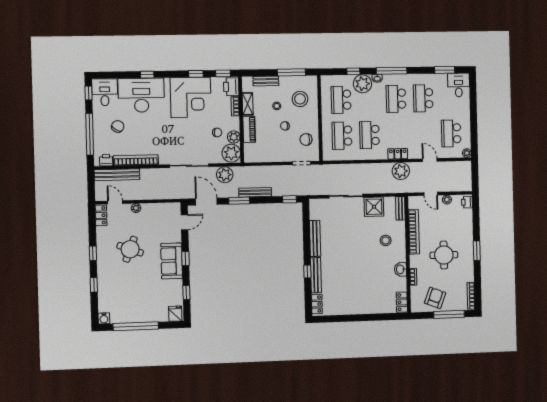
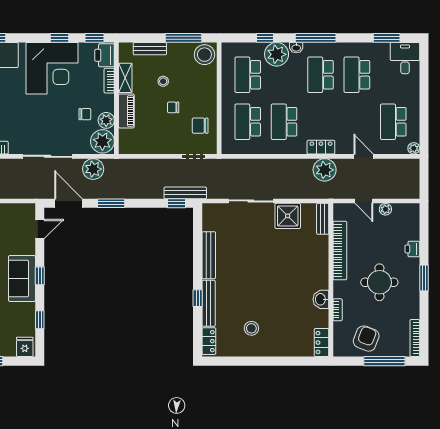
stool: (300, 99) -> (204, 55), moved
bench: (255, 192) -> (185, 193), moved
printer: (467, 202) -> (412, 249), moved
stool: (386, 240) -> (251, 328), moved

